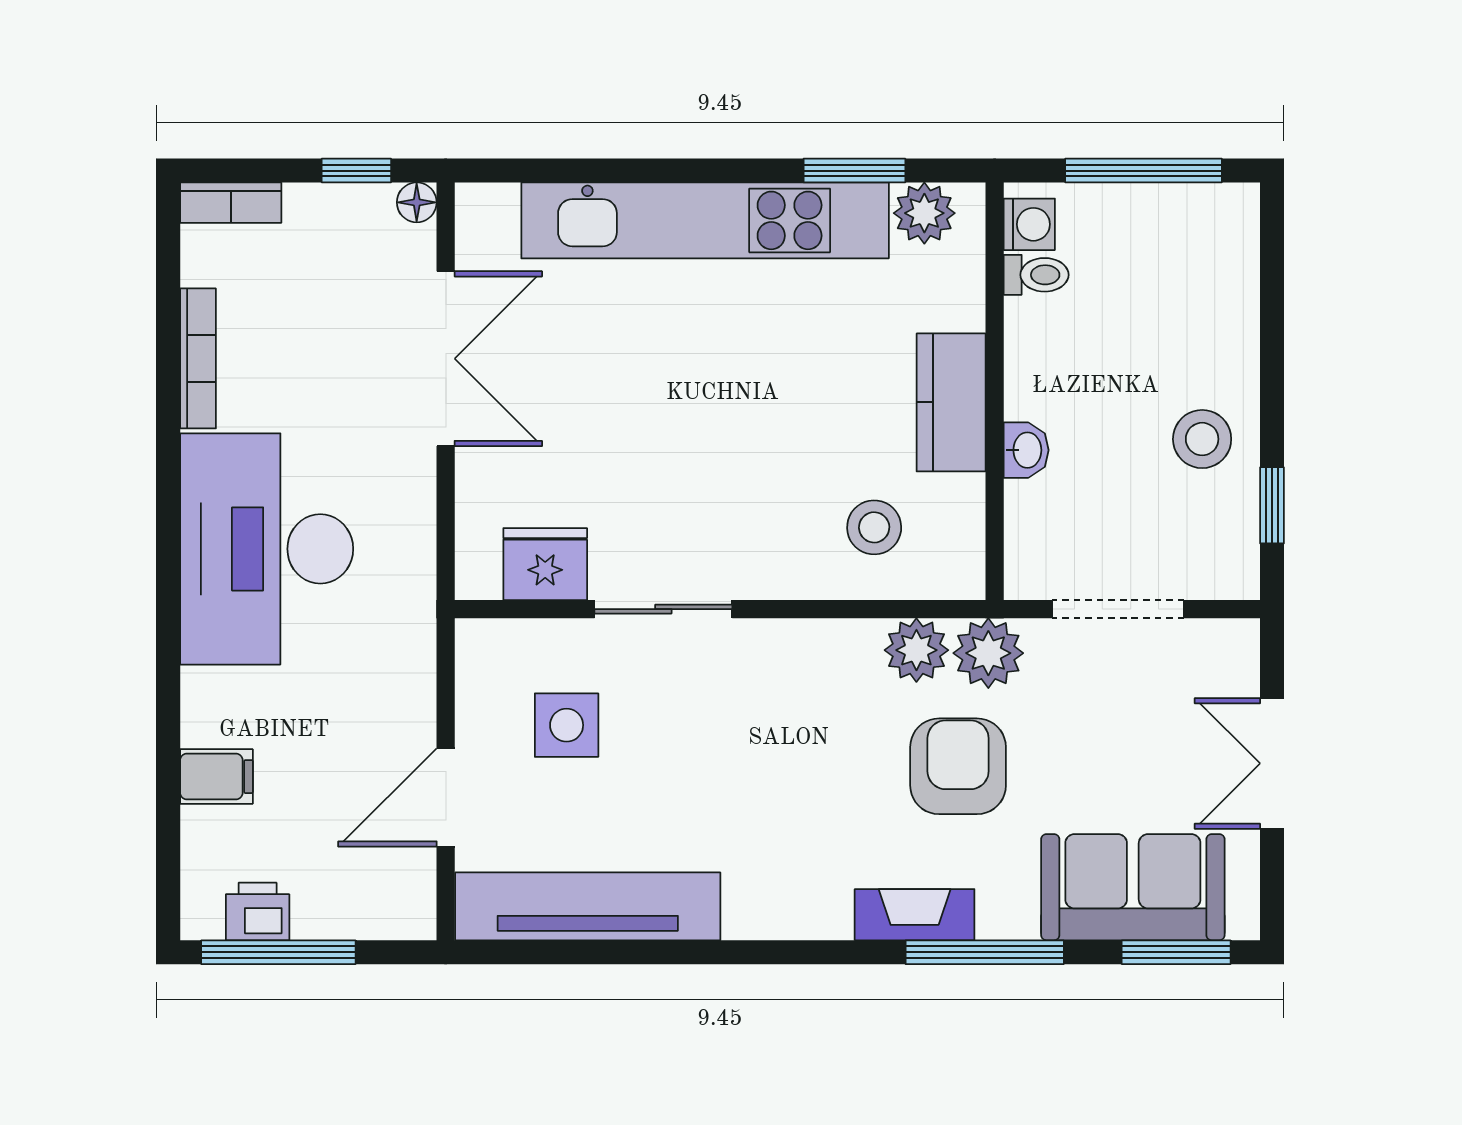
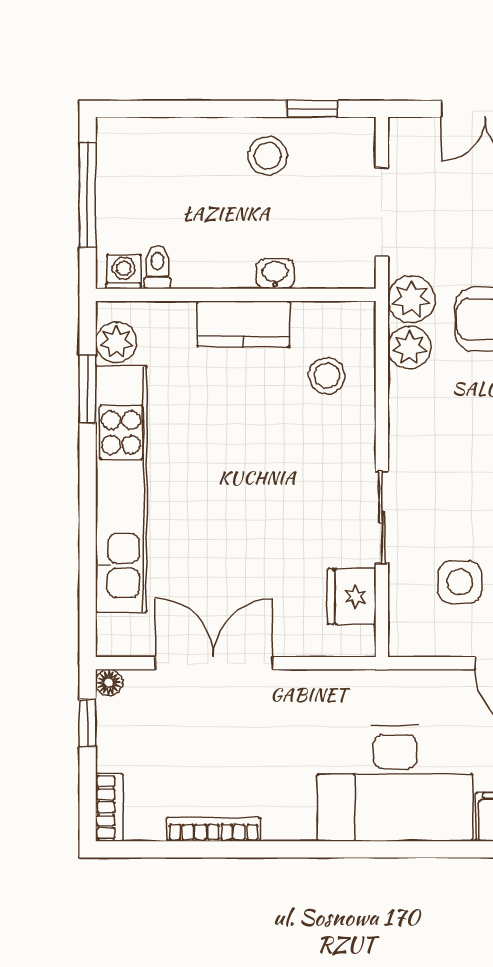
desk: (267, 549) -> (395, 783), moved

